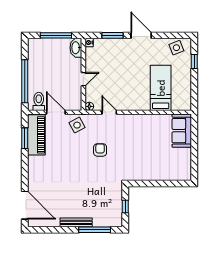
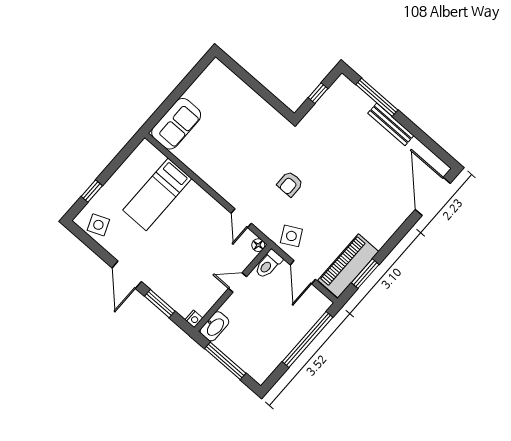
toilet: (39, 101) -> (268, 264), moved

